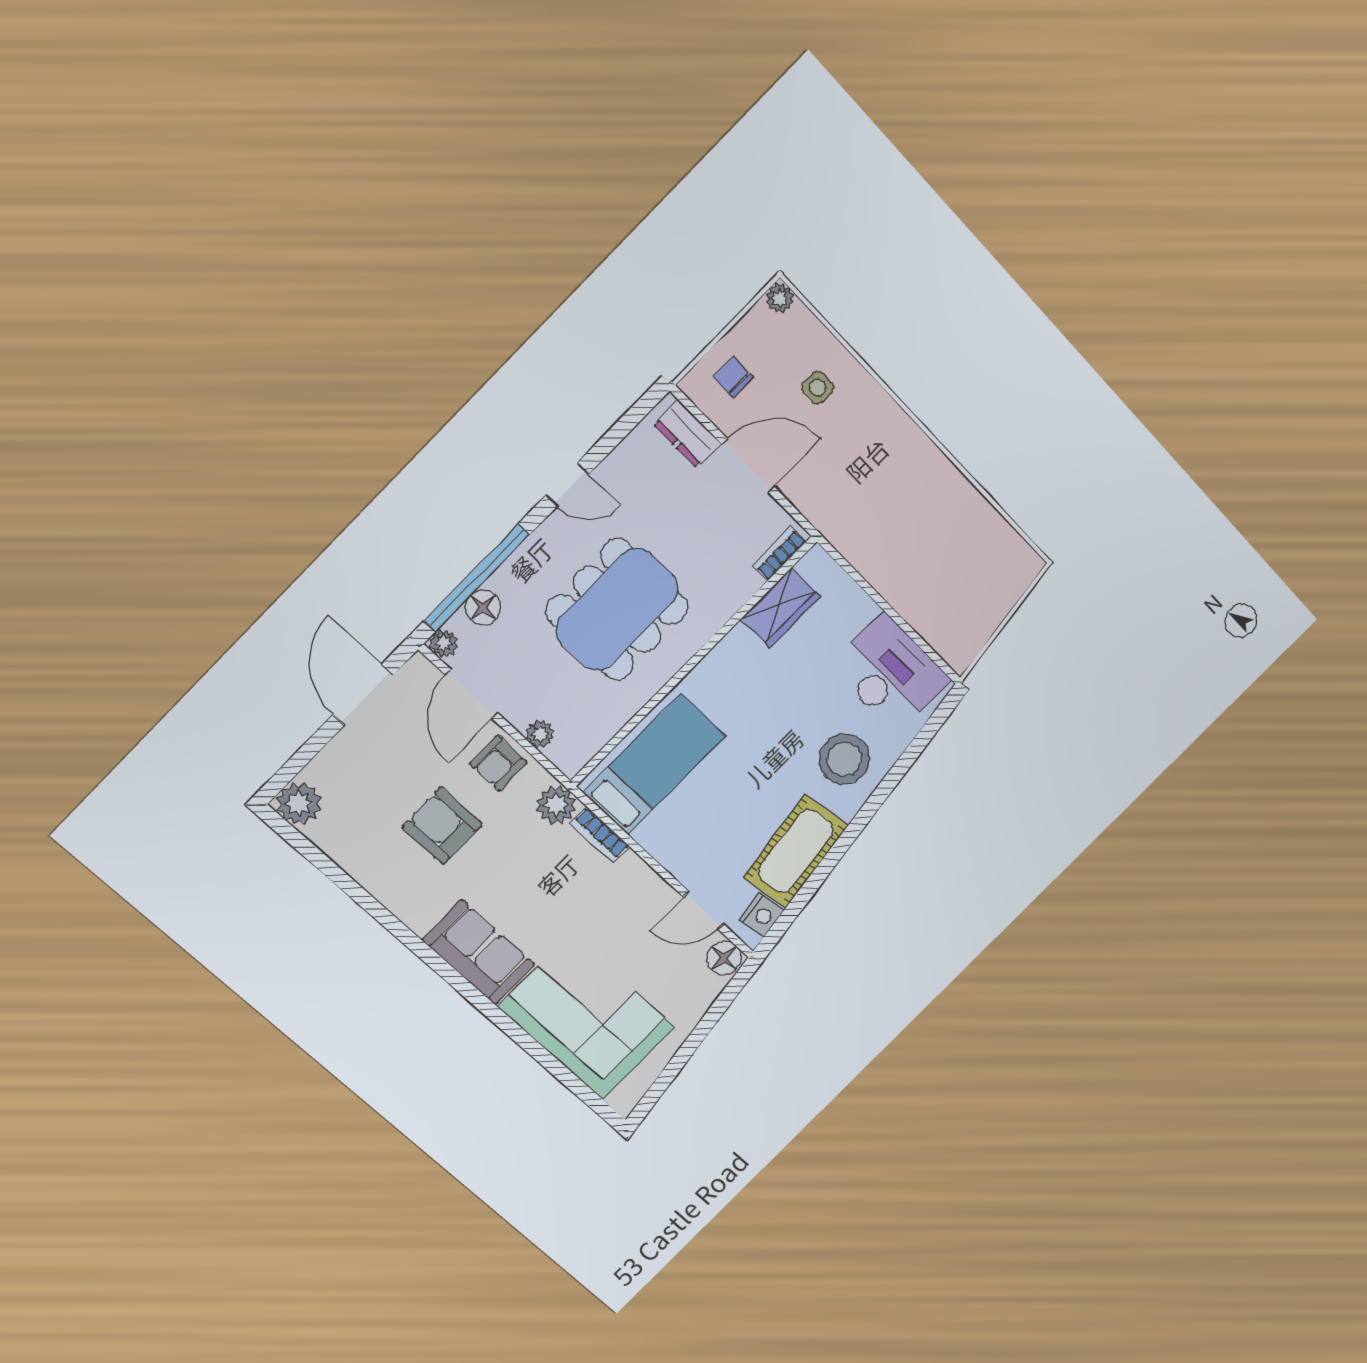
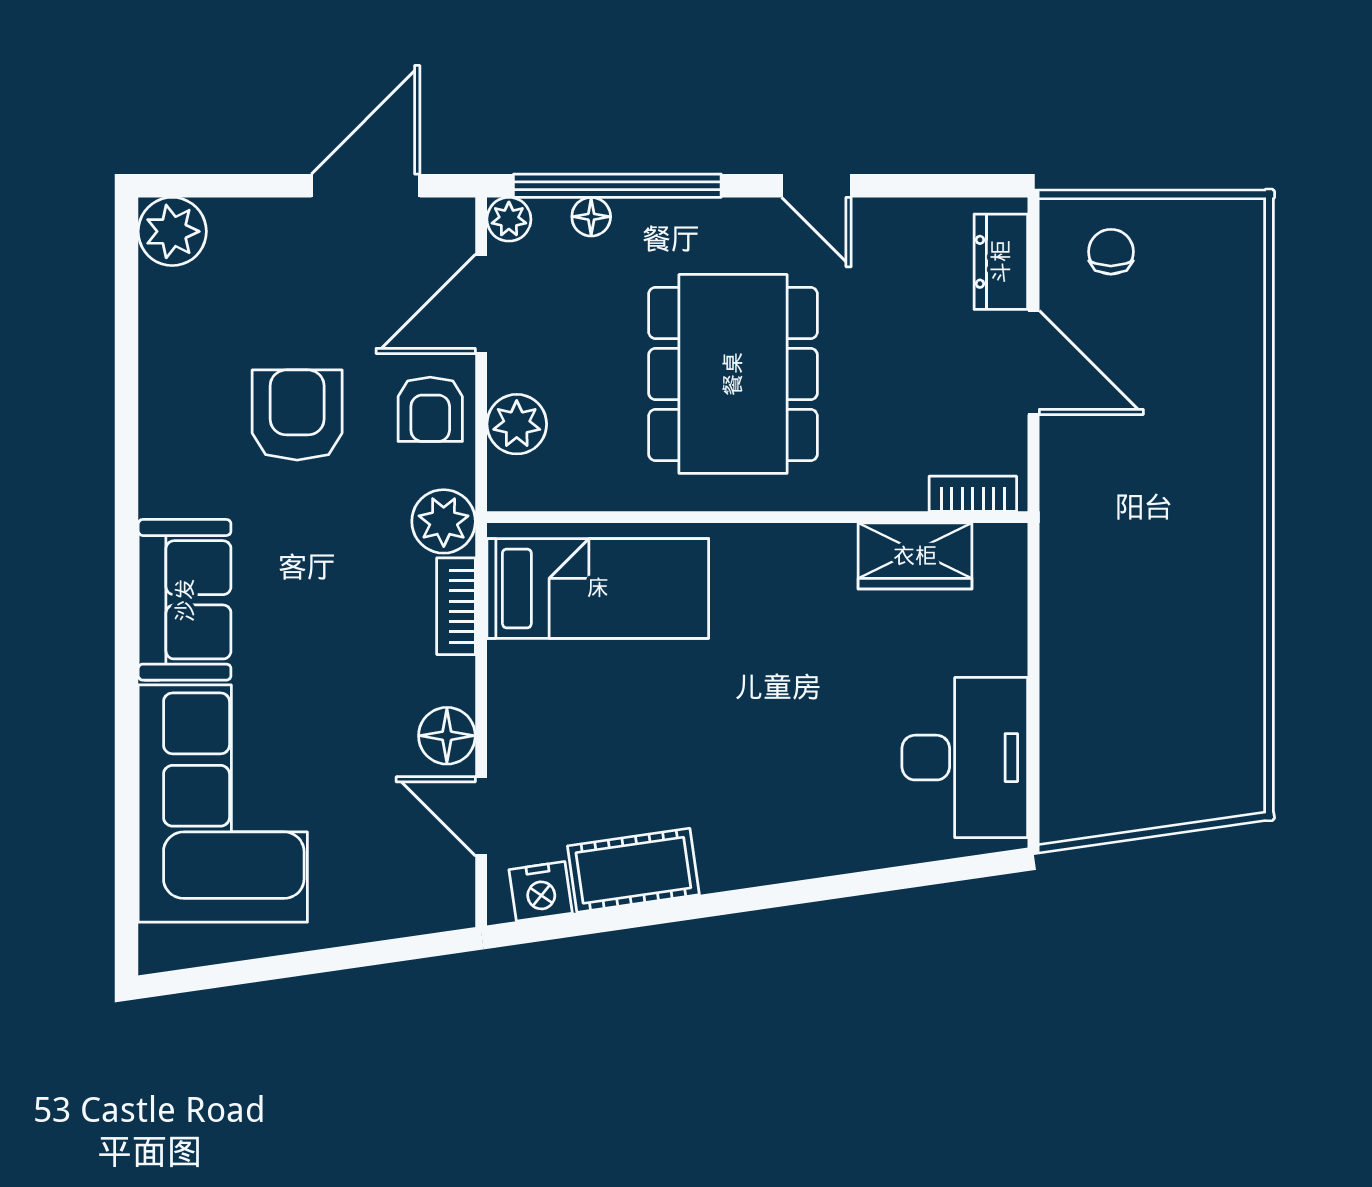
plant: (780, 298) -> (1244, 219), removed
side table: (818, 388) -> (1193, 355), removed
floor lamp: (483, 607) -> (591, 217), width x0.73, depth x0.73
dining table: (617, 610) -> (733, 374), turned 90
plant: (540, 734) -> (517, 424), width x1.38, depth x1.38
stool: (844, 759) -> (816, 804), removed
armchair: (498, 763) -> (430, 409), turned -90
cot: (796, 851) -> (633, 870), width x0.73, depth x0.75
floor lamp: (724, 958) -> (447, 736), moved

